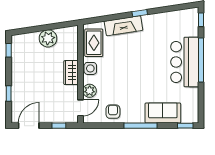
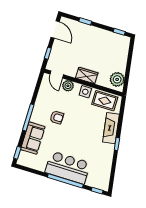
plant: (48, 38) -> (117, 79), moved
armchair: (113, 112) -> (57, 117), moved

